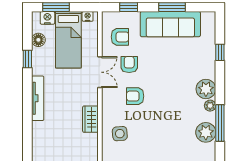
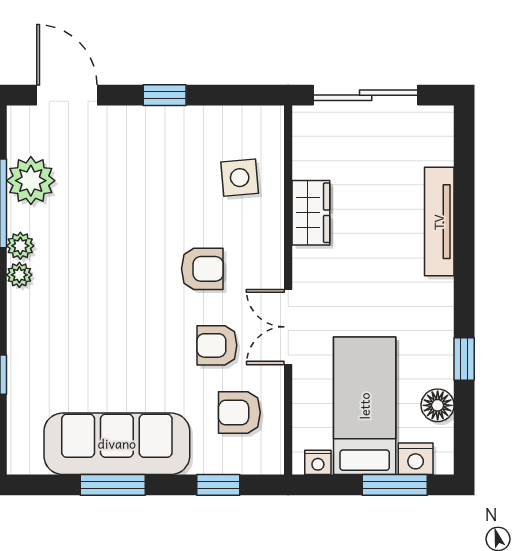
armchair: (129, 65) -> (217, 345), turned 90
plant: (206, 89) -> (19, 275), width x0.53, depth x0.53
tv unit: (38, 98) -> (439, 222), moved

